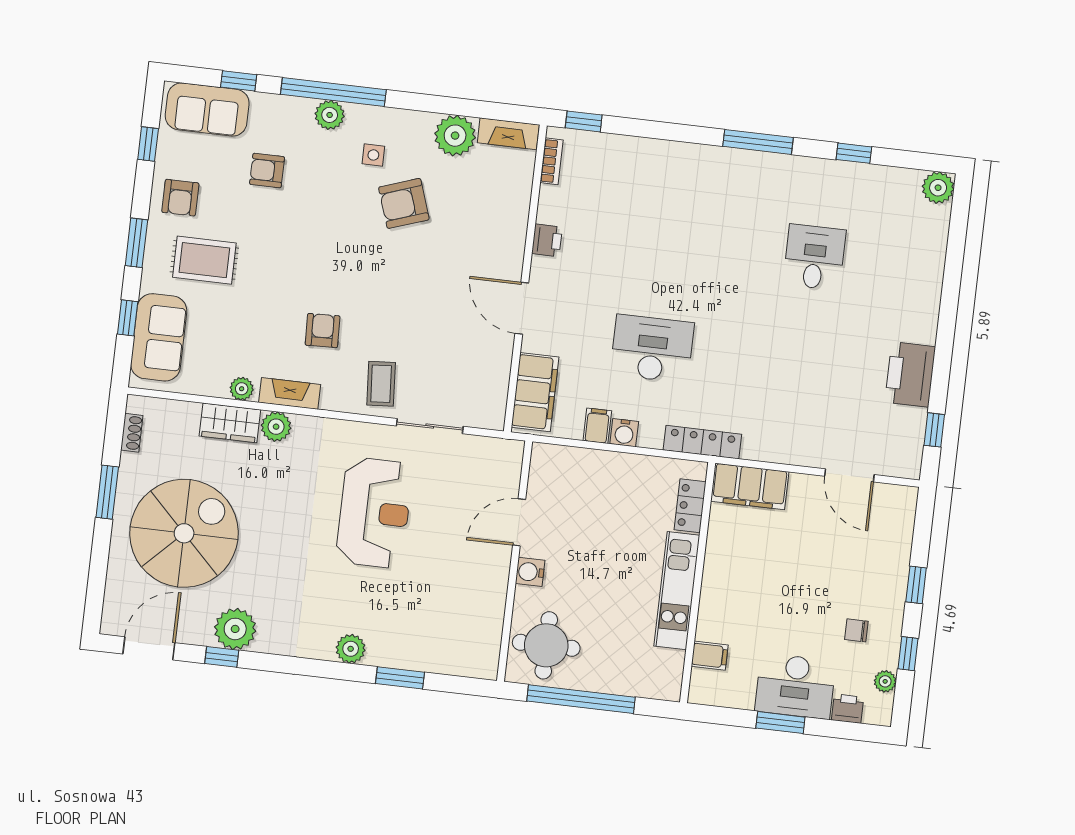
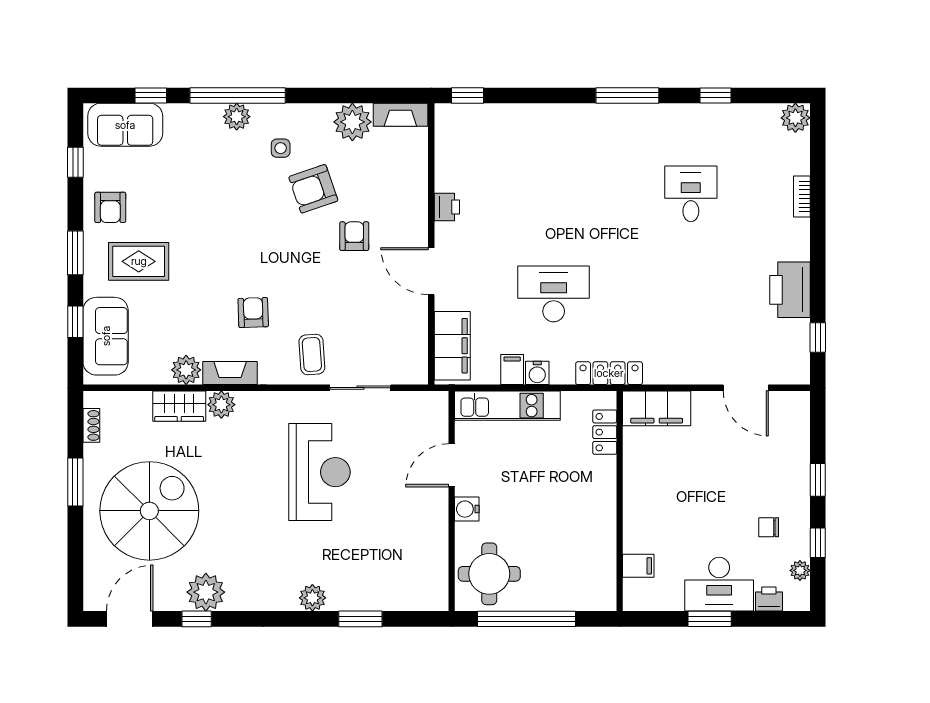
bookcase: (552, 161) -> (802, 197), moved, turned 180
armchair: (267, 171) -> (354, 236), moved, turned 90
plant: (242, 389) -> (186, 370), width x1.38, depth x1.38
kitchen unit: (677, 591) -> (507, 406), moved, turned -90

